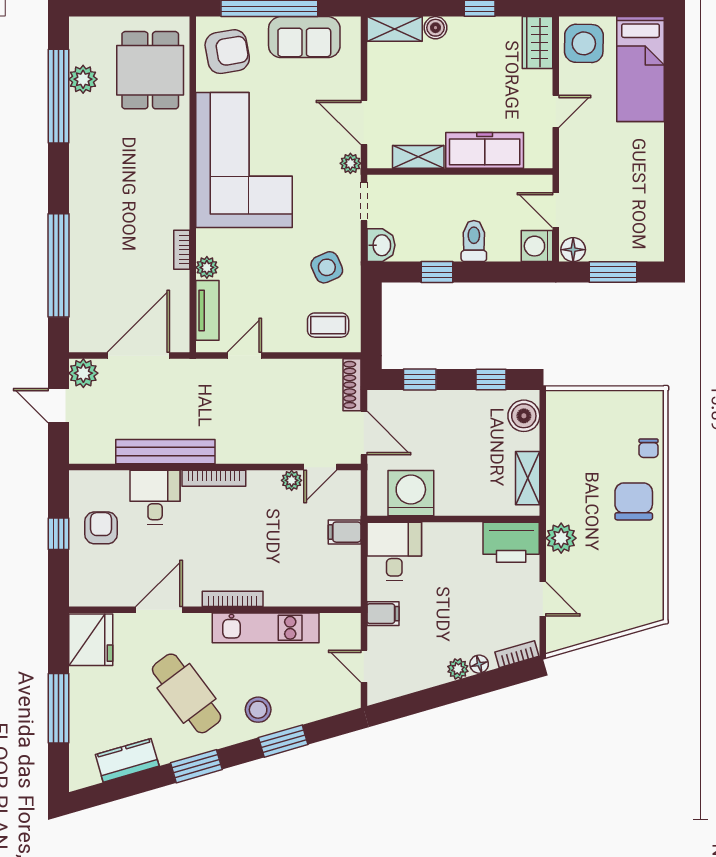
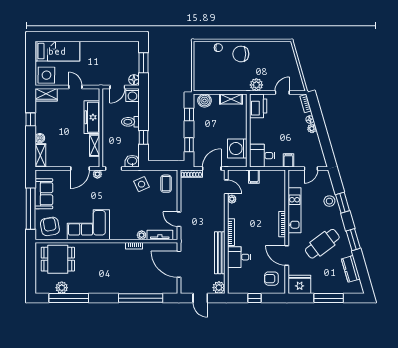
corner sofa: (244, 160) -> (88, 225), width x0.73, depth x0.74
plant: (83, 373) -> (219, 288), moved
door: (58, 406) -> (200, 298), hinge flipped
armchair: (101, 528) -> (271, 279), moved
stool: (258, 710) -> (329, 201), moved

